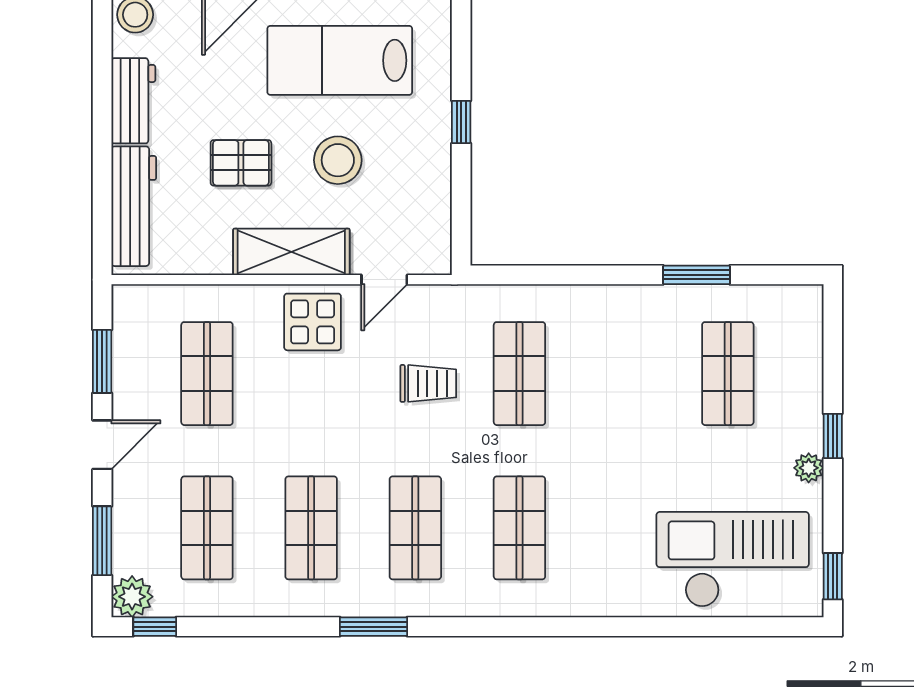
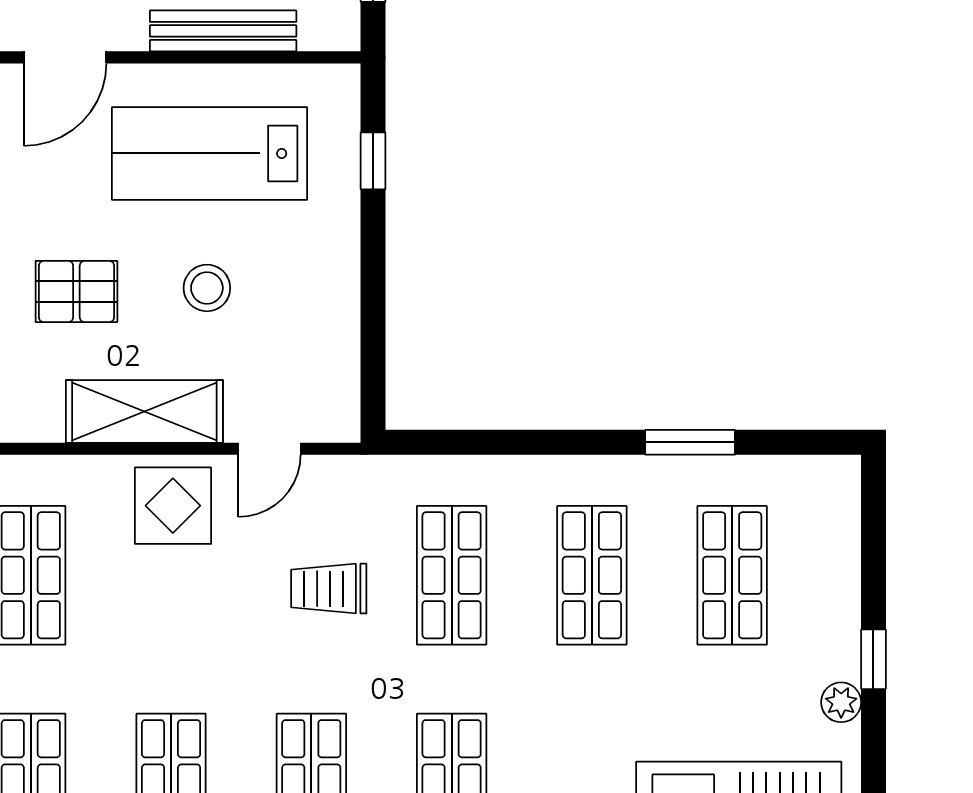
window: (461, 122) -> (373, 161), moved
stool: (338, 160) -> (207, 288), width x0.73, depth x0.73
shop shelf: (624, 374) -> (592, 575), added
trolley: (428, 383) -> (329, 589), turned 180

